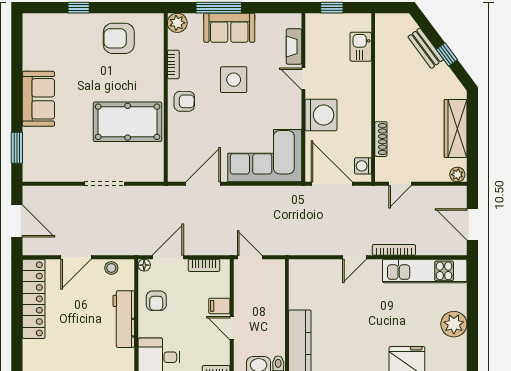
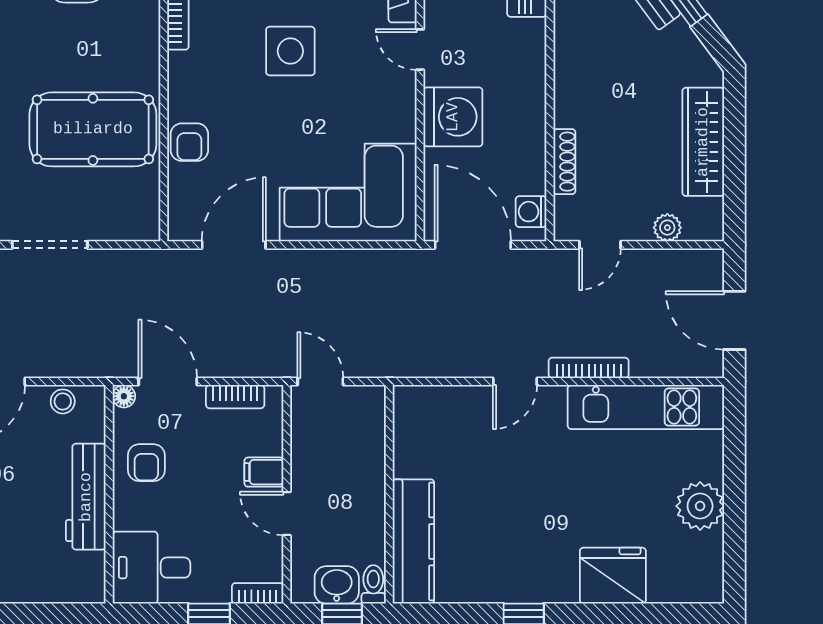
armchair: (184, 101) -> (189, 142), moved, turned 89
plant: (457, 175) -> (667, 228), moved
door: (168, 257) -> (168, 382), hinge flipped

